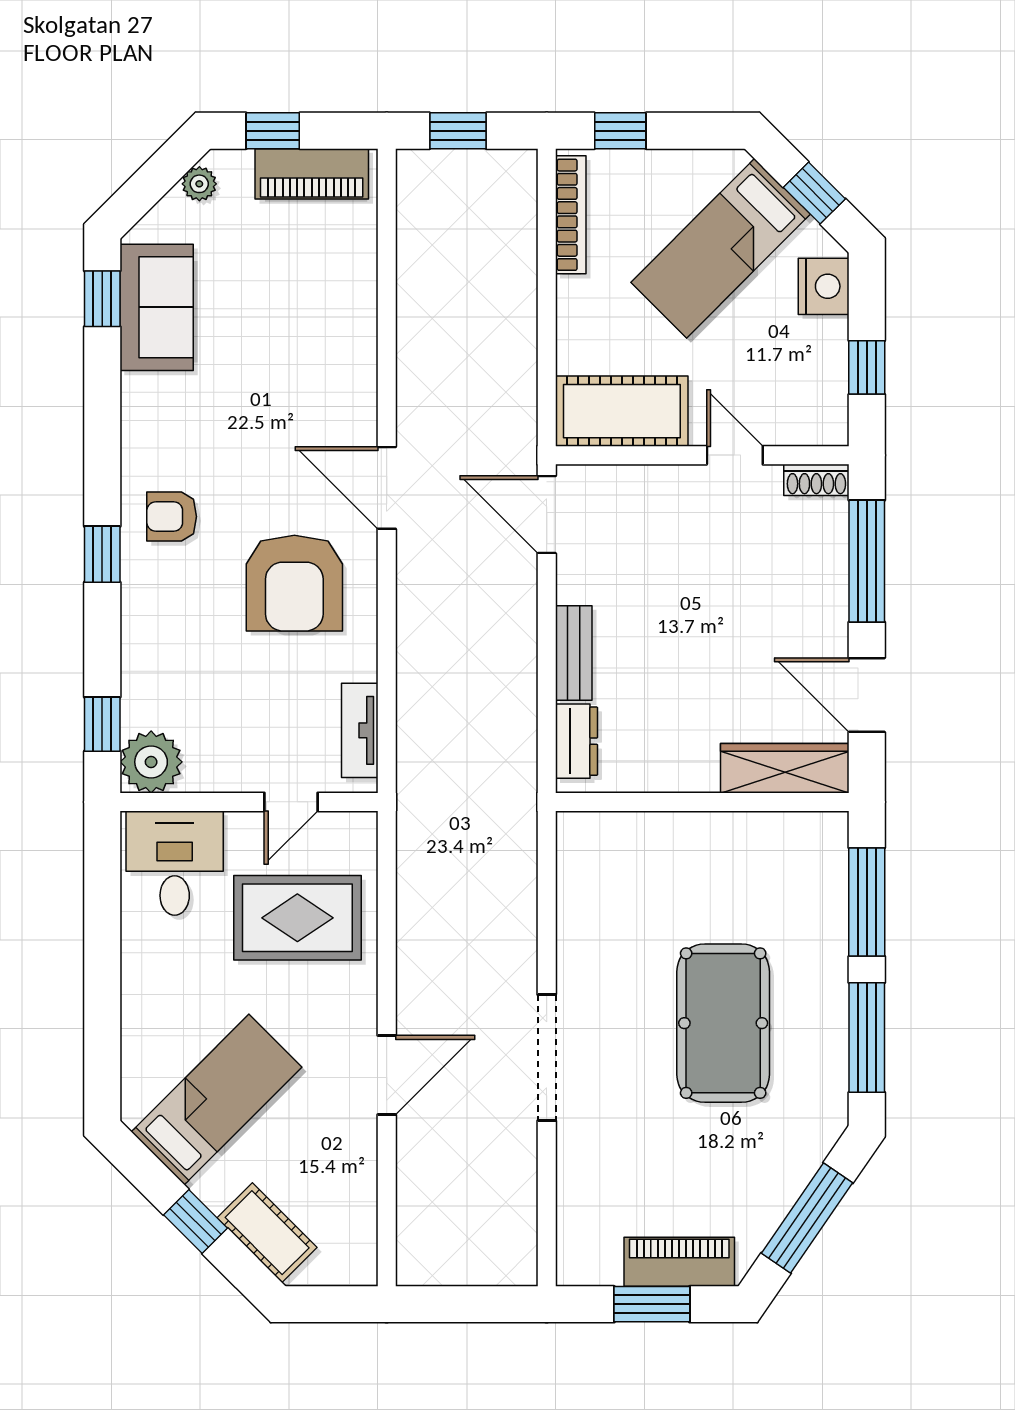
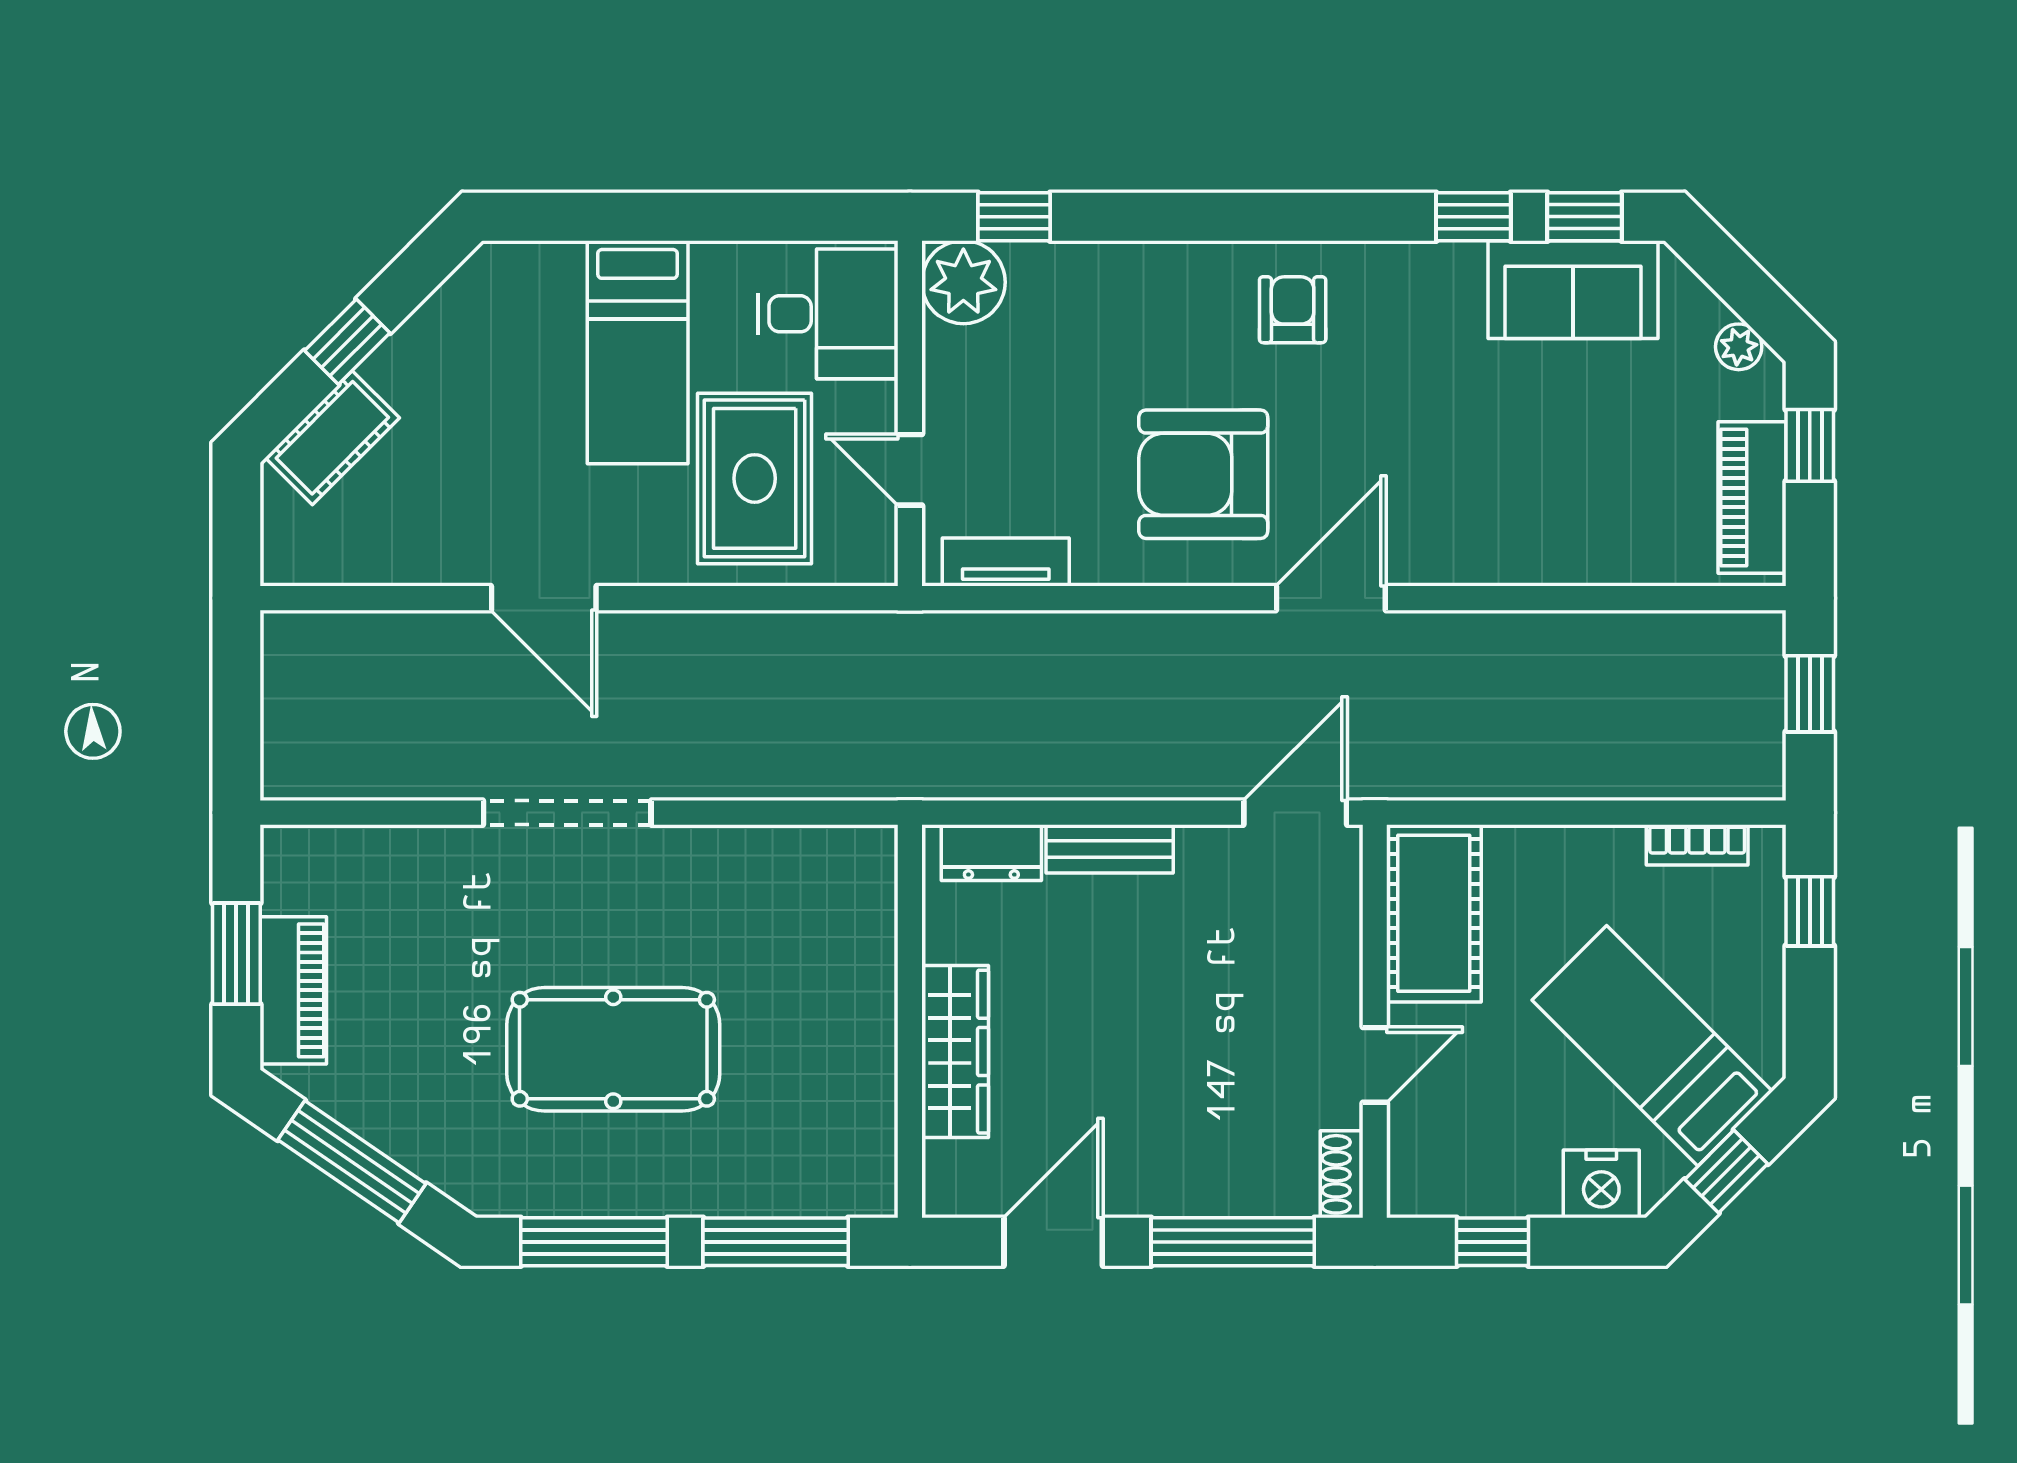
bookcase: (571, 215) -> (1697, 845), width x0.64
window: (102, 554) -> (1473, 217), moved
wardrobe: (785, 768) -> (955, 1052), moved
bed: (217, 1100) -> (638, 352), moved, turned 45

